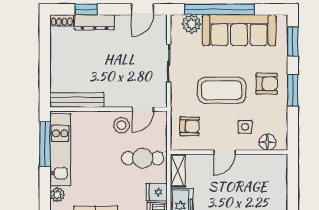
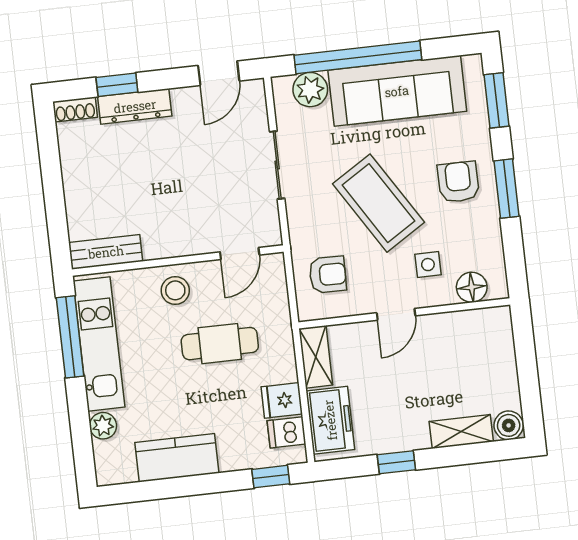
armchair: (267, 84) -> (458, 182), turned -90
coffee table: (222, 90) -> (378, 203), turned 58
bench: (77, 100) -> (106, 252), width x0.73
stool: (121, 125) -> (175, 290), moved
cafe table: (143, 158) -> (220, 344), moved

